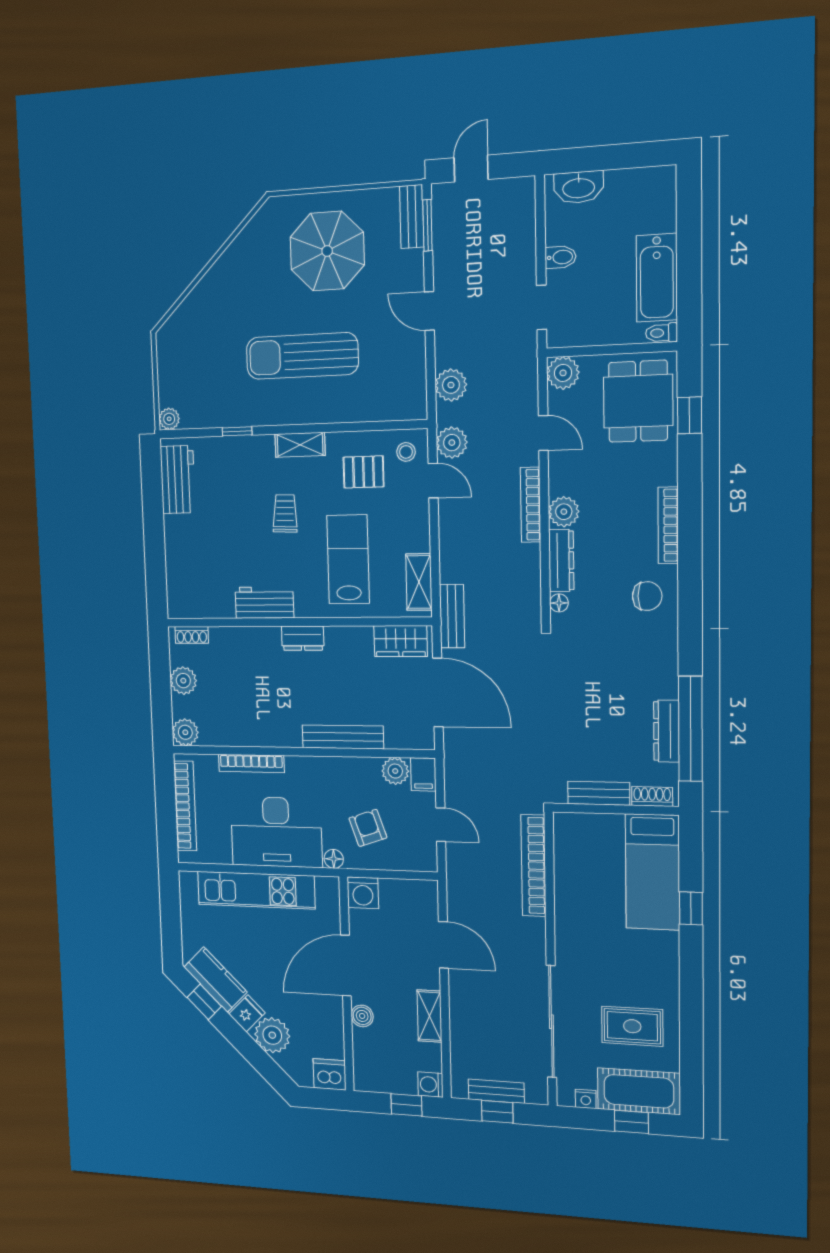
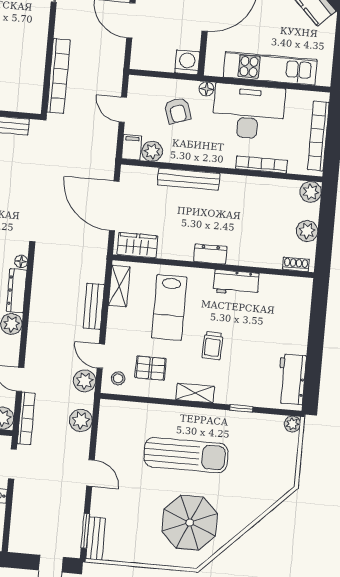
parasol: (327, 251) -> (190, 523), moved
bookcase: (531, 505) -> (26, 418), moved
bench: (452, 616) -> (94, 306), moved

